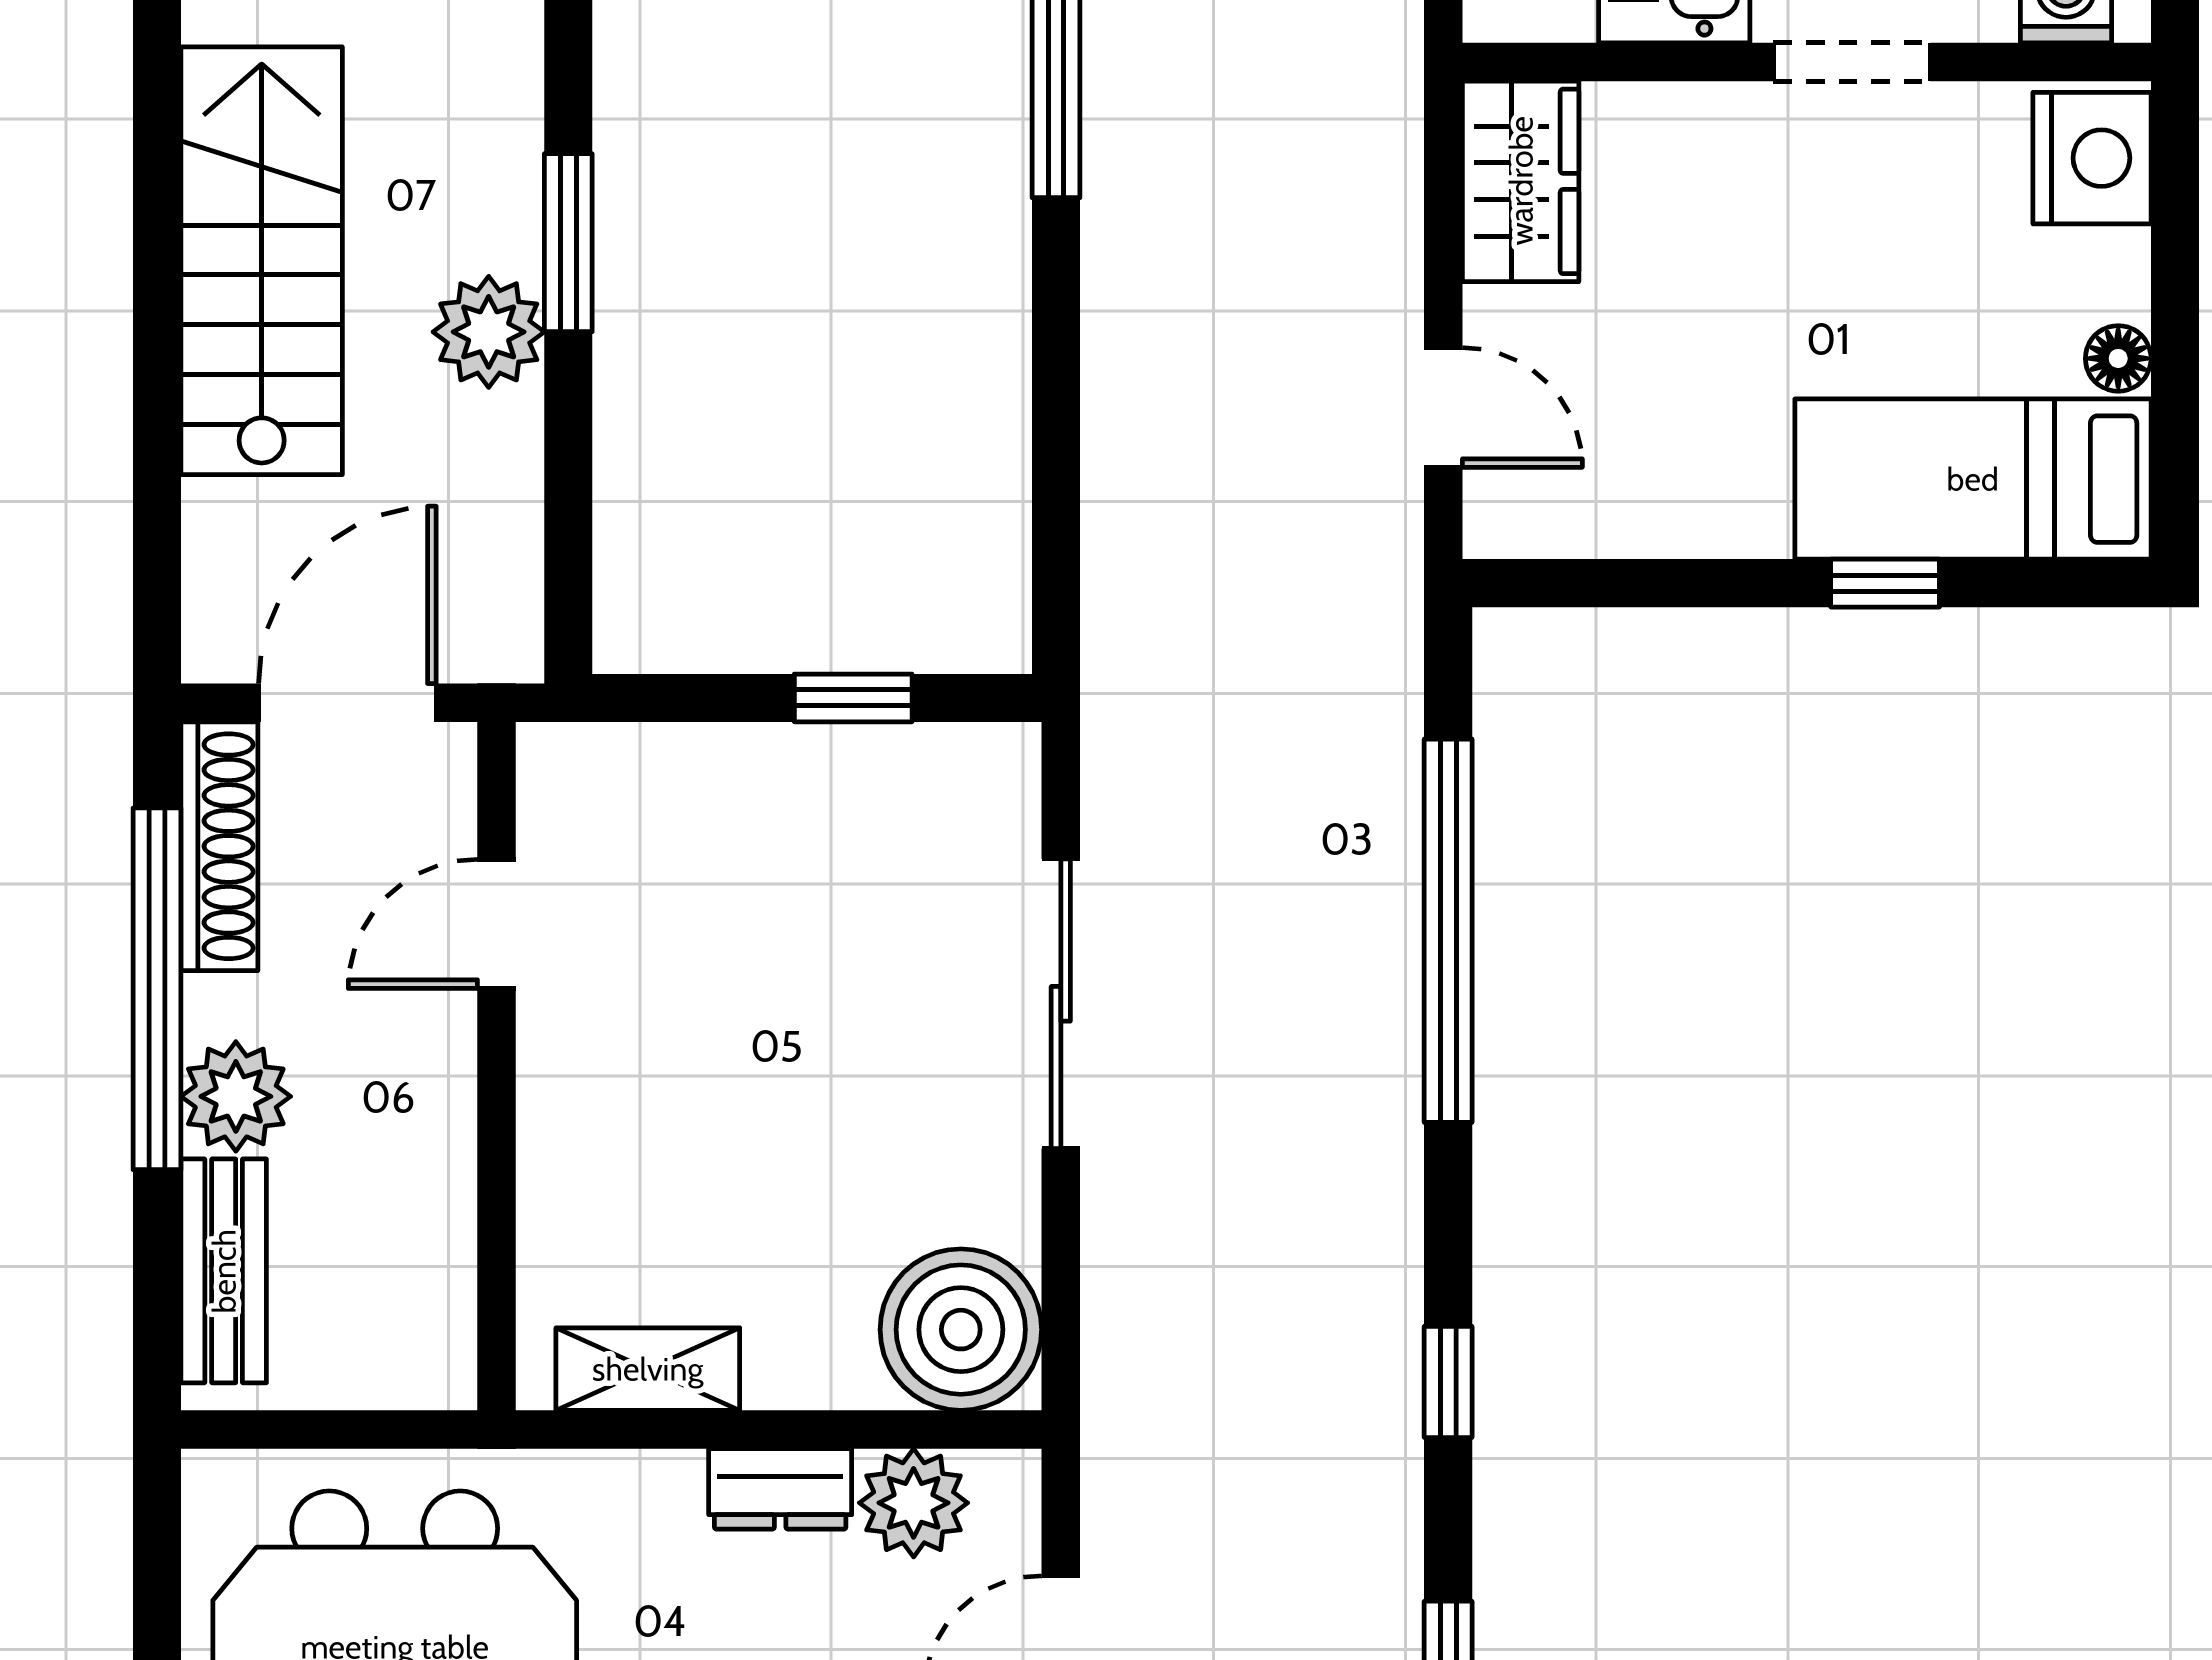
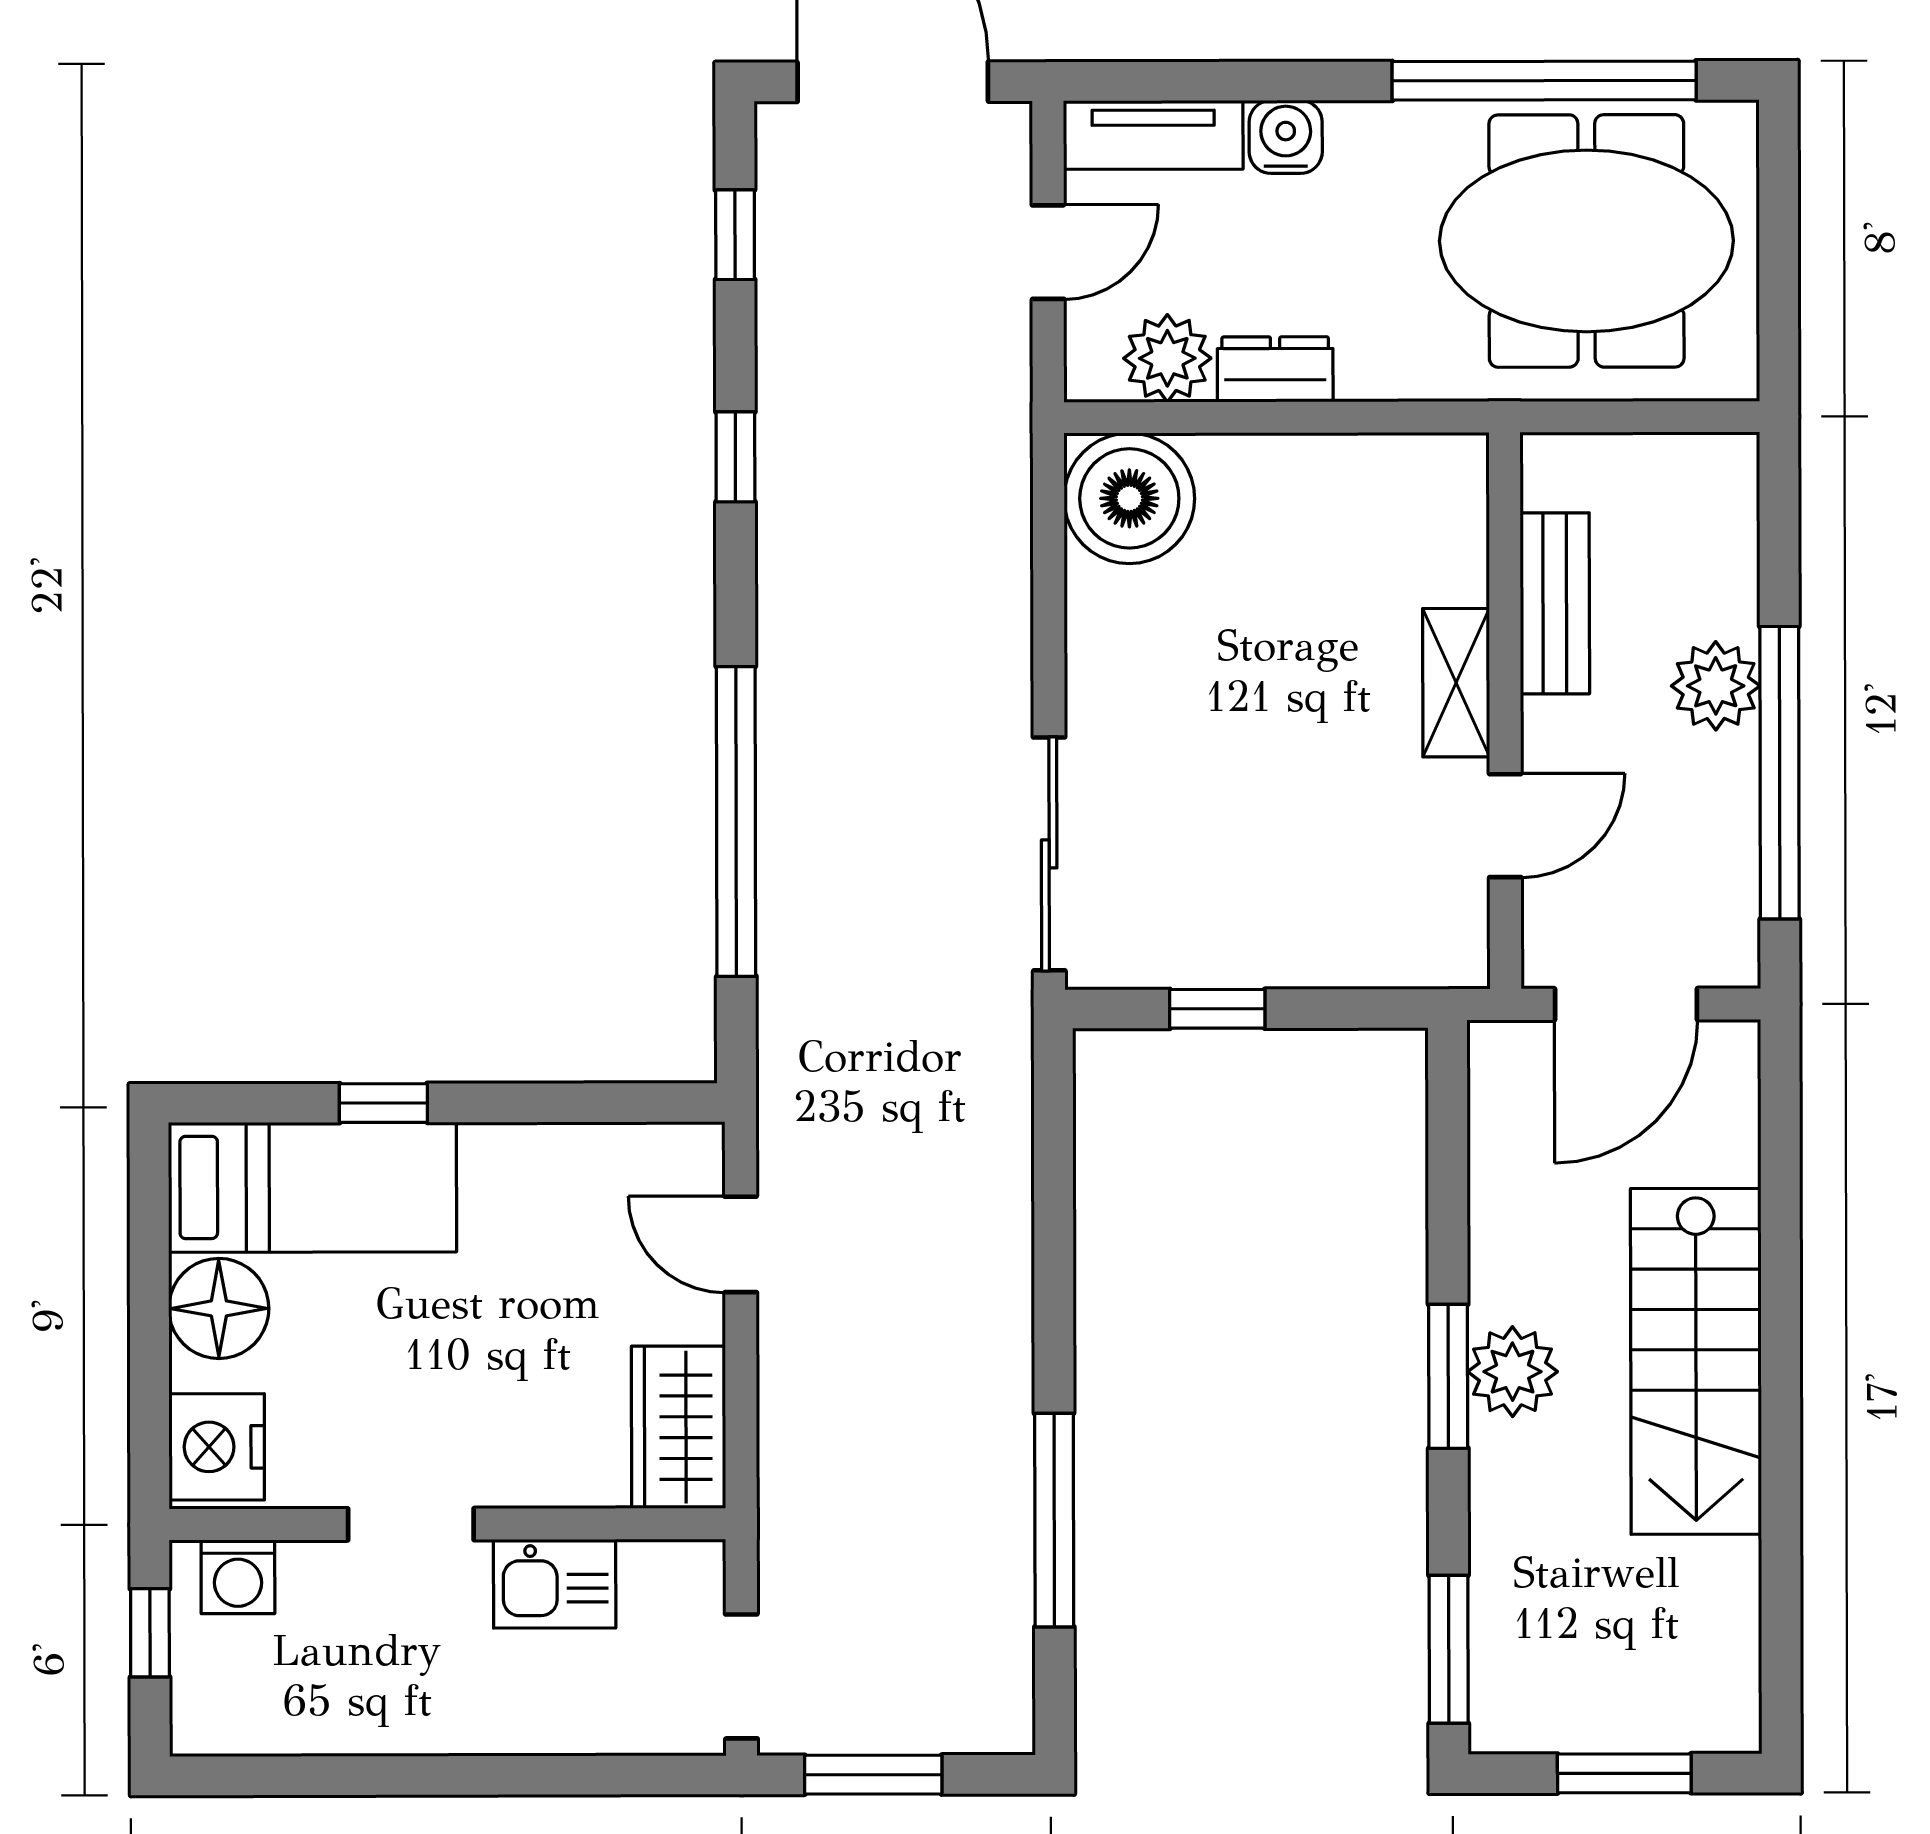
plant: (489, 332) -> (1513, 1372), moved
floor lamp: (2118, 358) -> (219, 1308), width x1.89, depth x1.89
shoe rack: (219, 846) -> (1729, 888), removed
sliding door: (1061, 1004) -> (1049, 854), moved
bench: (224, 1271) -> (1555, 603), moved
shelving: (648, 1369) -> (1456, 683), moved, turned 90

